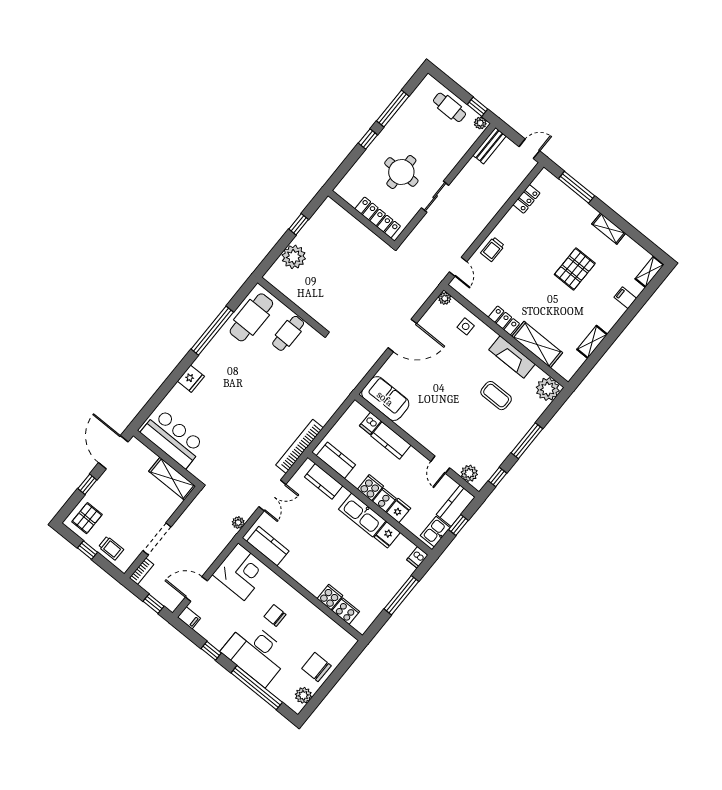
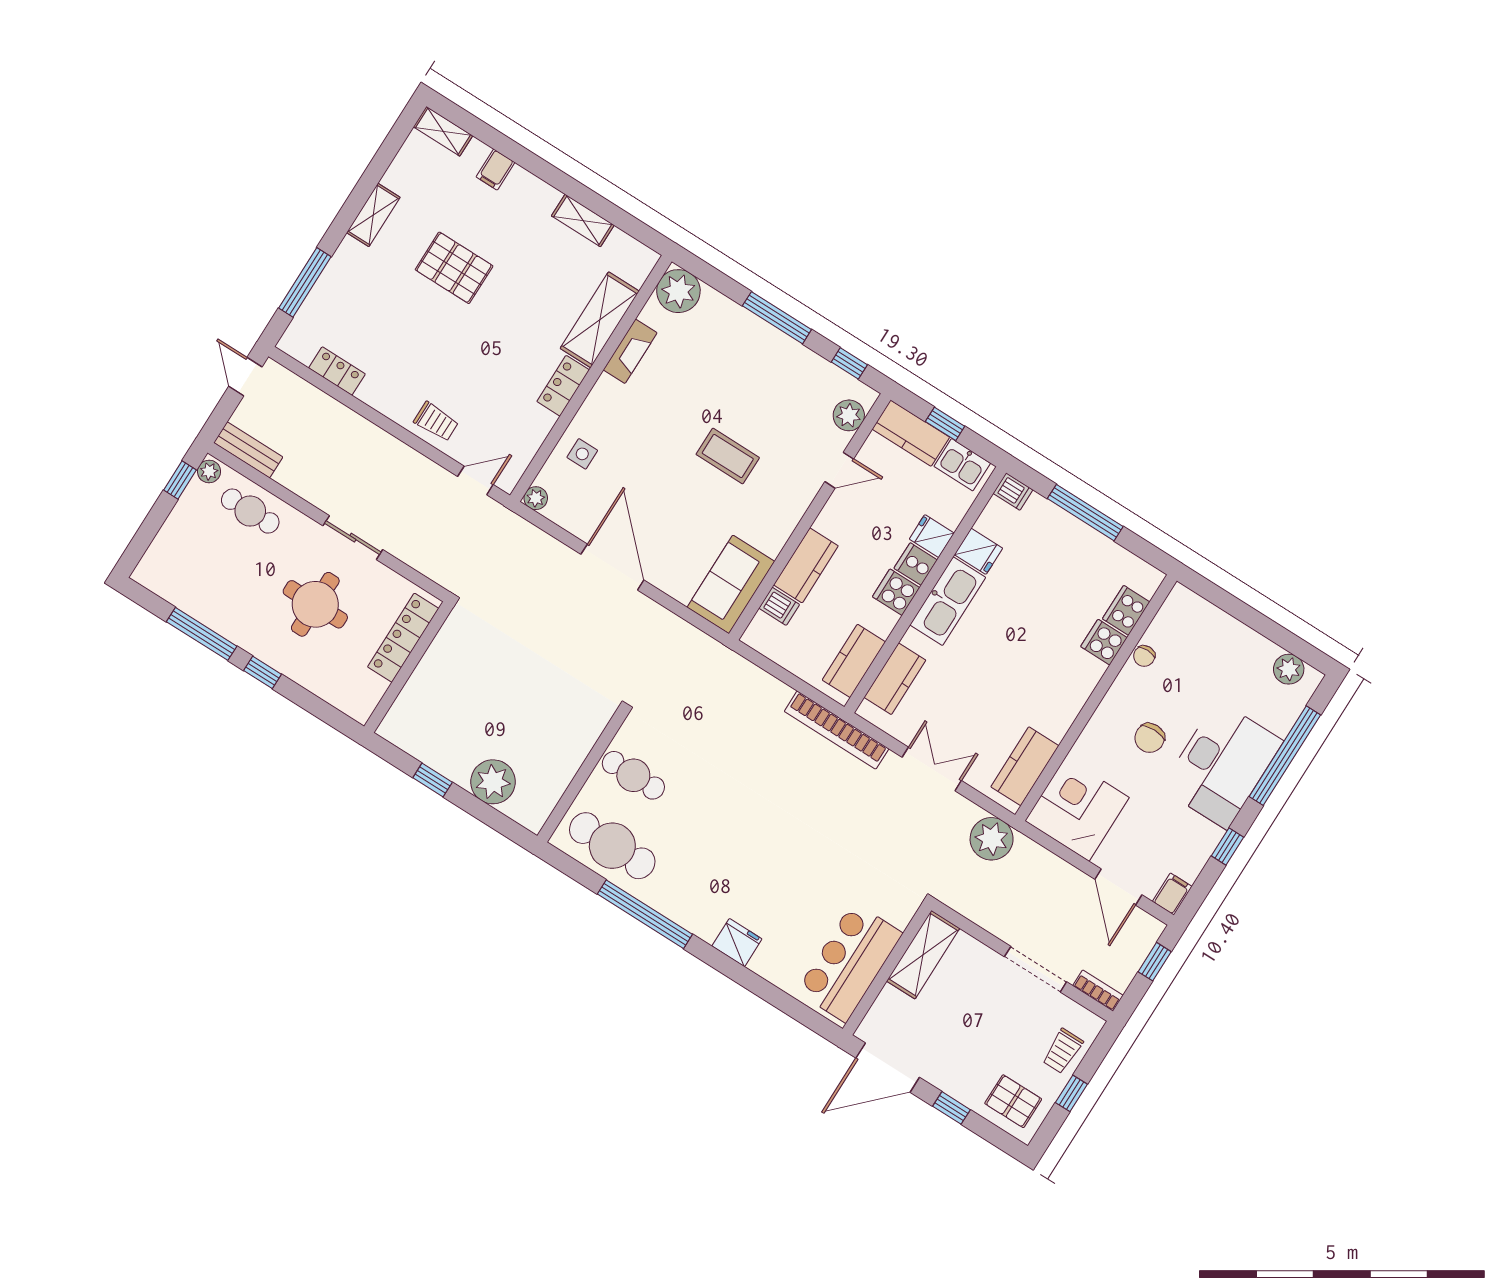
cafe table: (449, 107) -> (250, 511), moved, turned 90
fireplace: (512, 357) -> (630, 351), width x0.73, depth x0.76
coffee table: (496, 396) -> (728, 456), moved, turned 90
plant: (238, 523) -> (992, 839), width x1.88, depth x1.88
trolley: (111, 548) -> (1063, 1051), turned 180
chair: (316, 667) -> (1144, 656), moved, width x0.54, depth x0.54

